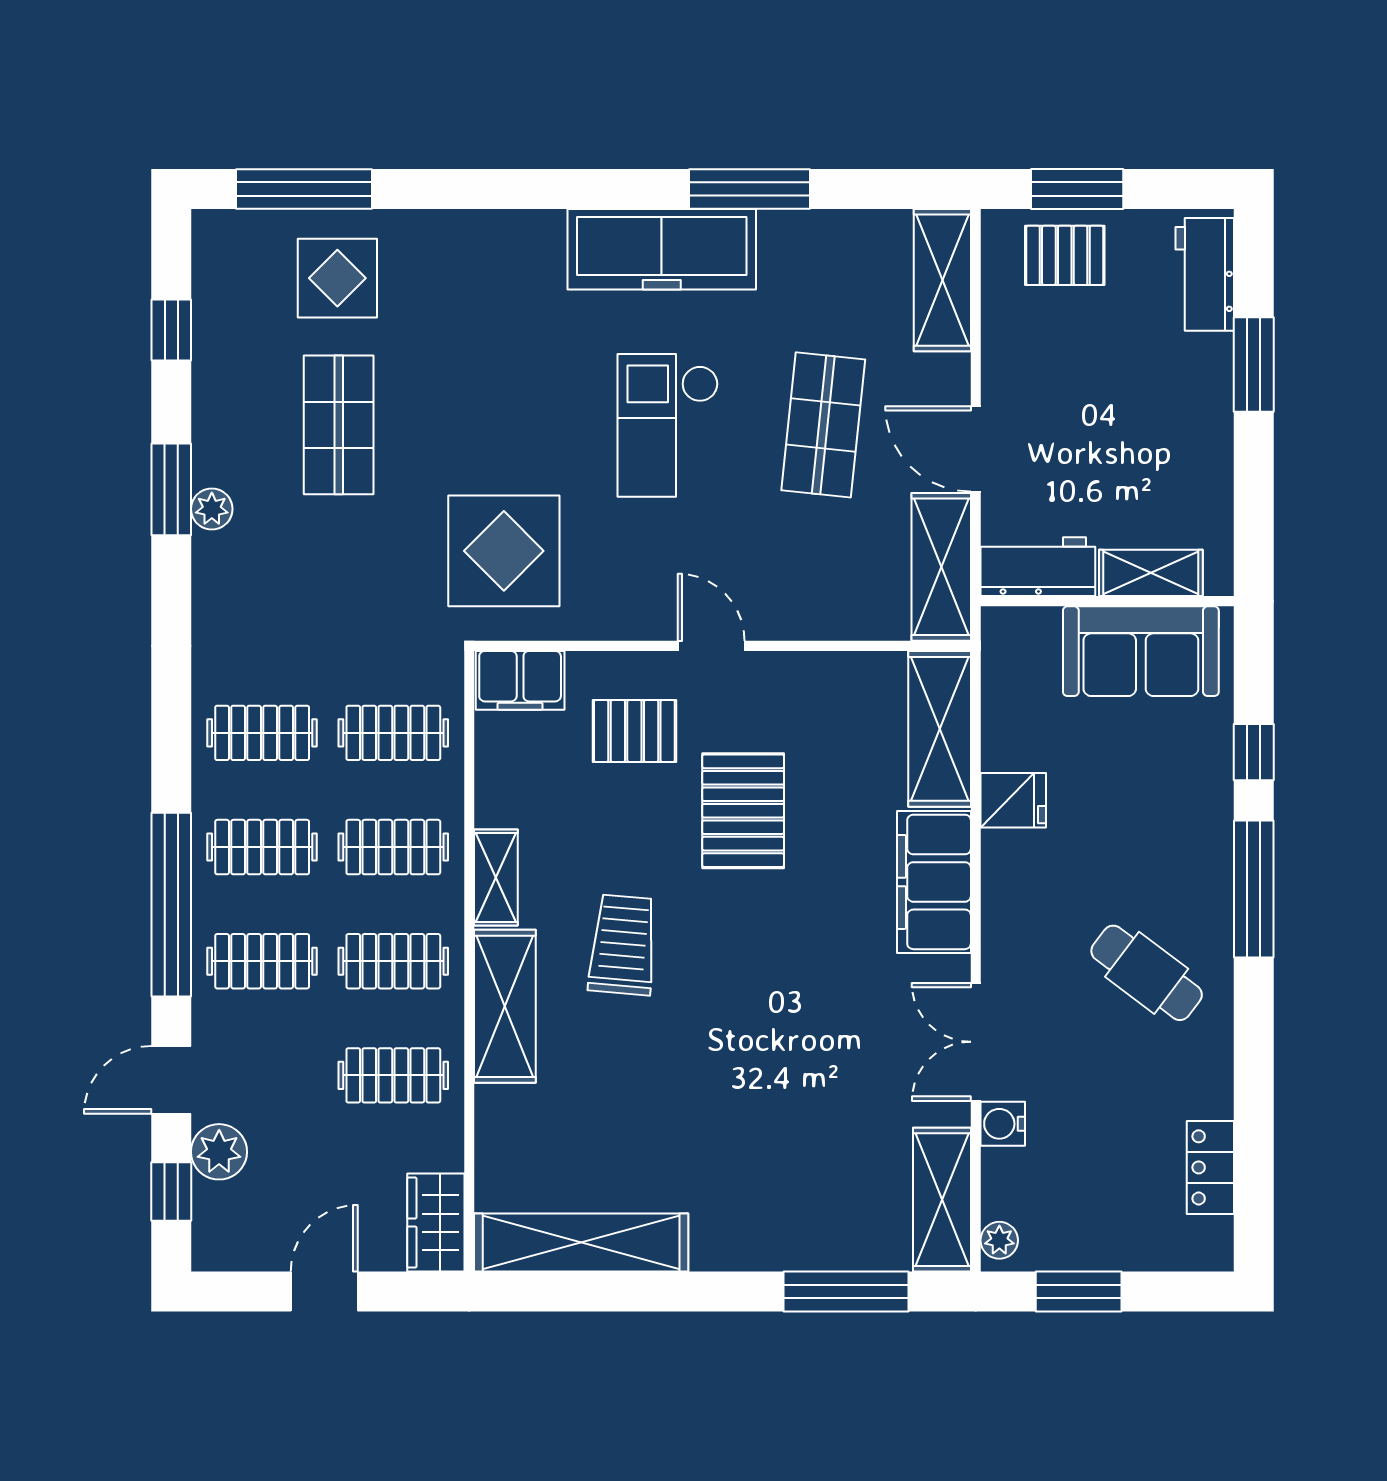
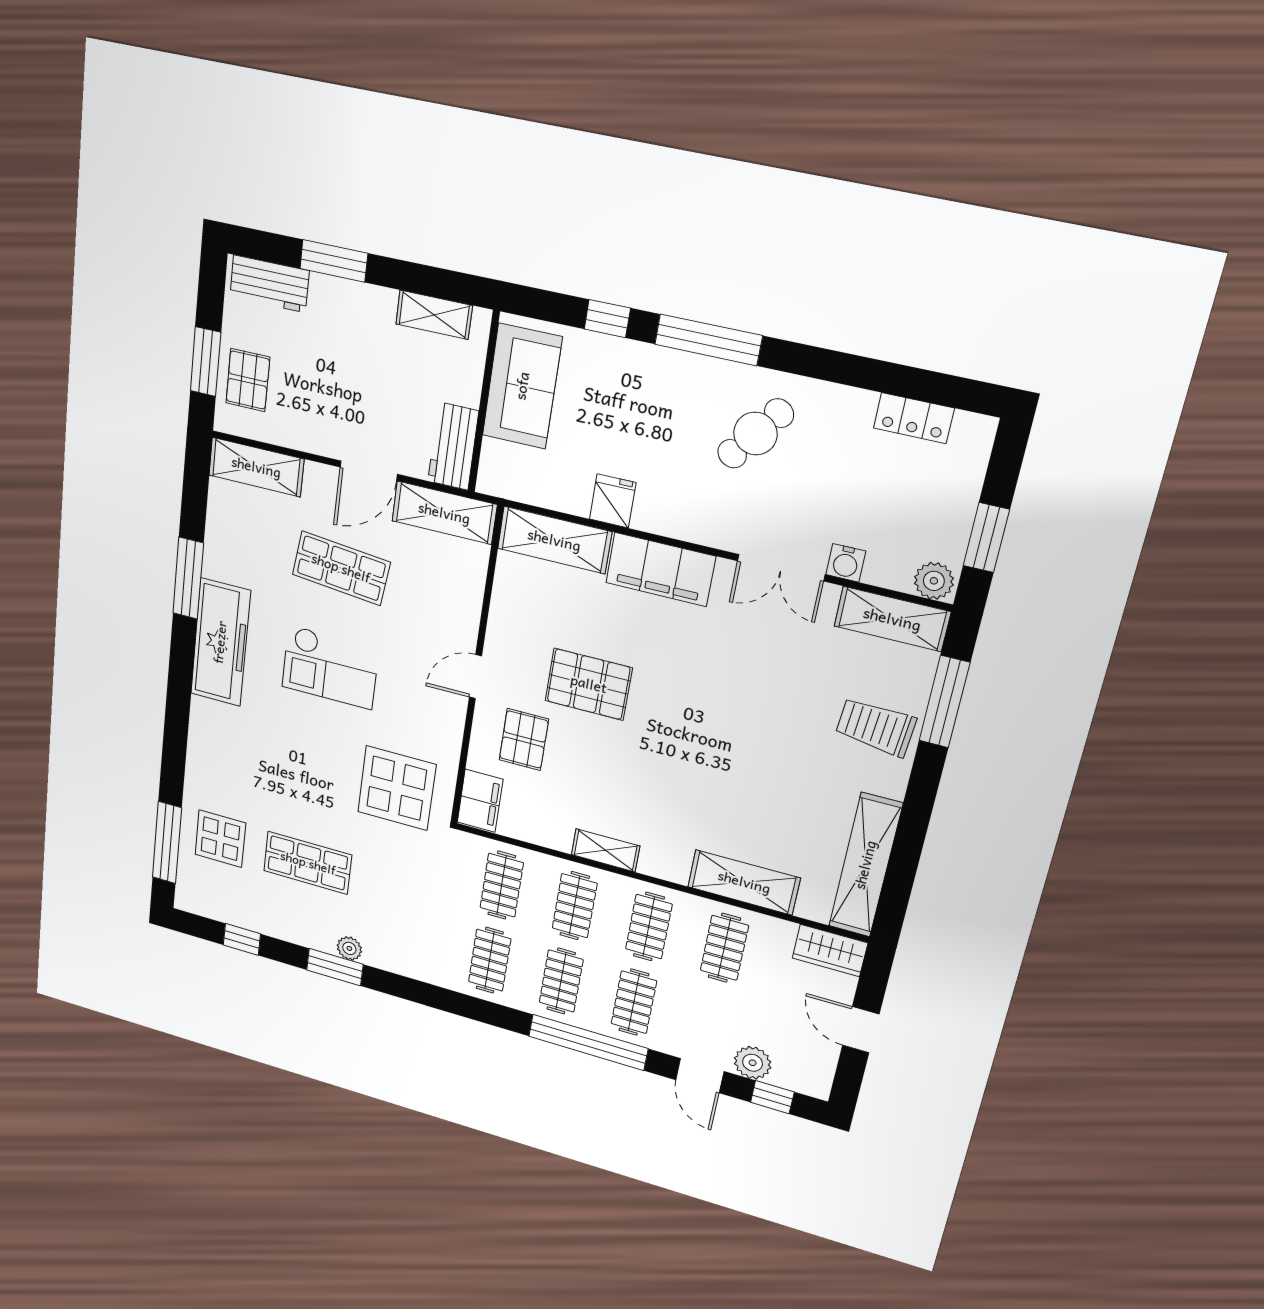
shelving: (1151, 573) -> (434, 315), moved, turned 90
trolley: (623, 945) -> (876, 727), moved
shelving: (505, 1006) -> (744, 882), moved
plant: (999, 1240) -> (934, 581), width x1.38, depth x1.38

